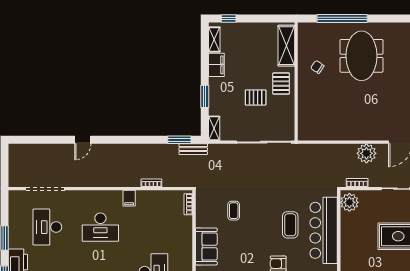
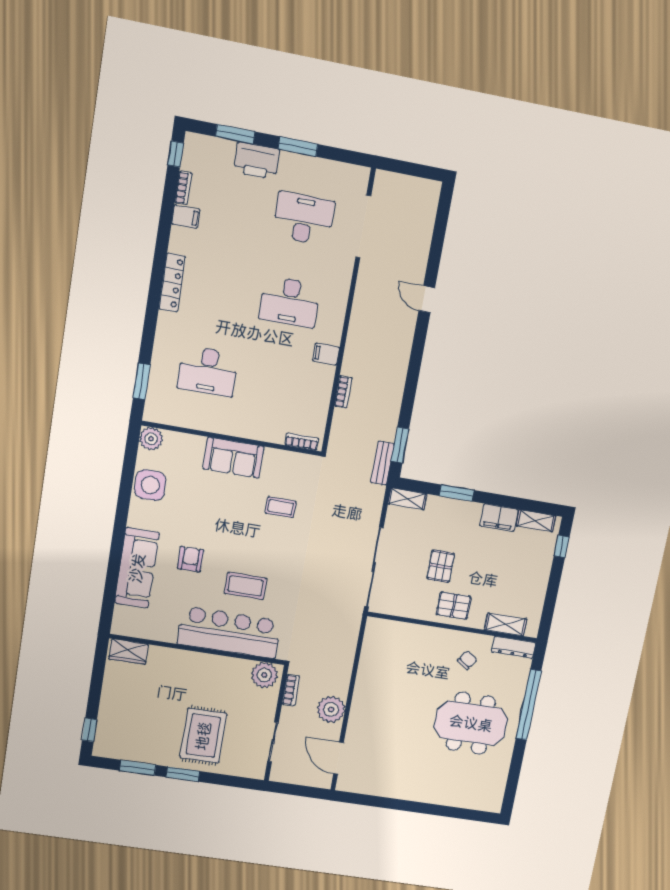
dresser: (303, 37) -> (514, 647), added
shelving: (286, 46) -> (506, 624), width x0.67, depth x0.75
desk: (100, 227) -> (290, 302), turned -90

